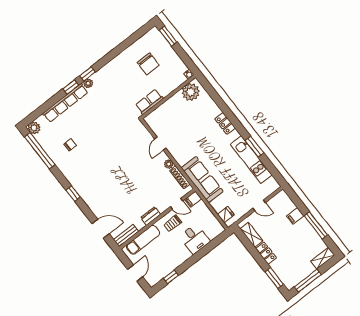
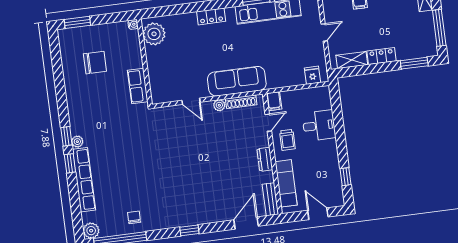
chair: (70, 145) -> (134, 217), moved
sofa: (202, 180) -> (237, 81), moved

